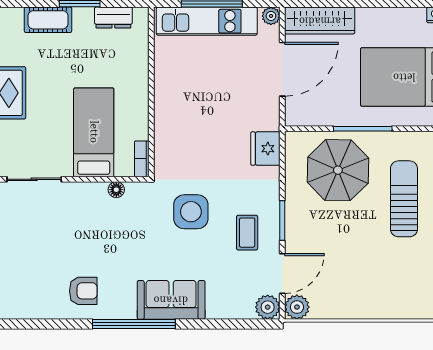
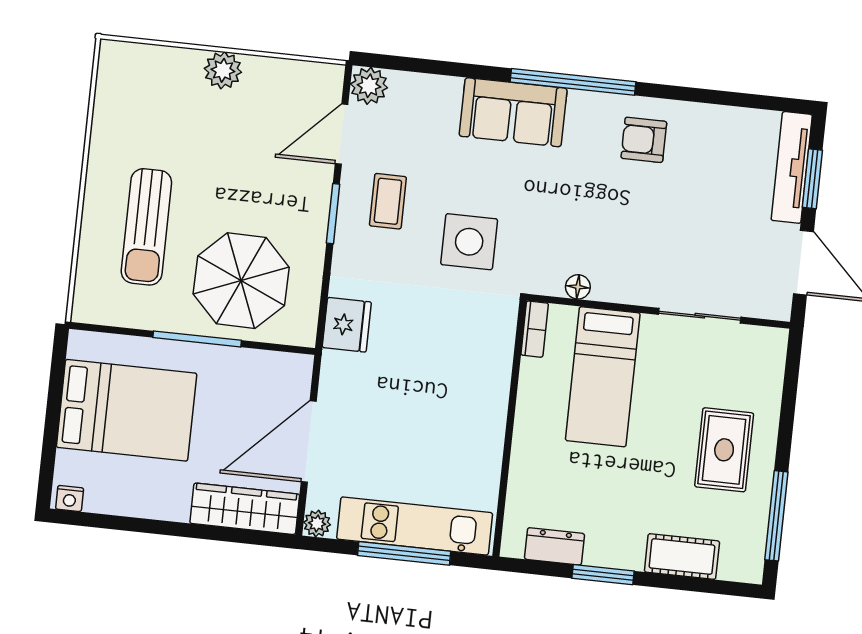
cot: (48, 20) -> (682, 557), moved
plant: (297, 307) -> (223, 70), moved

